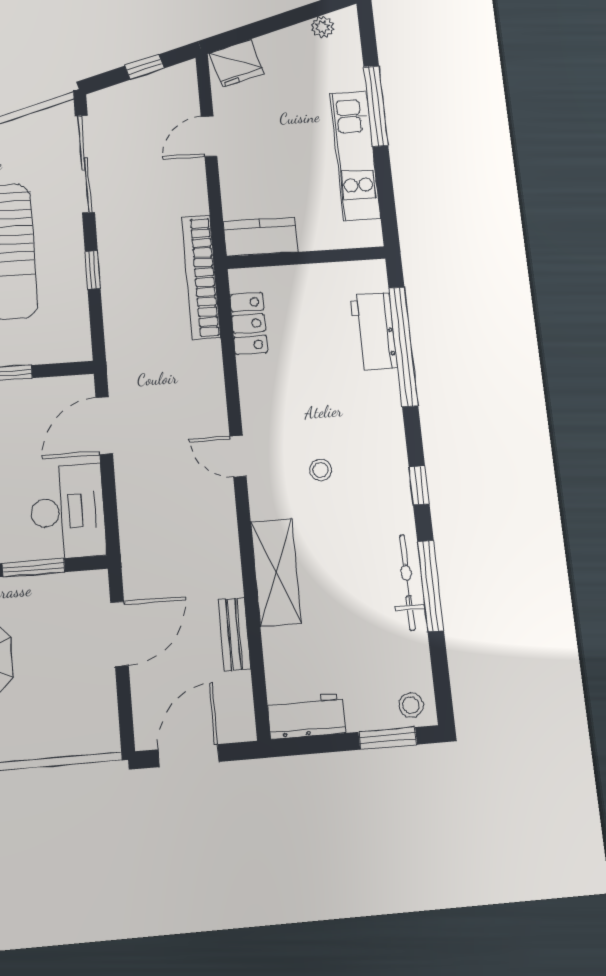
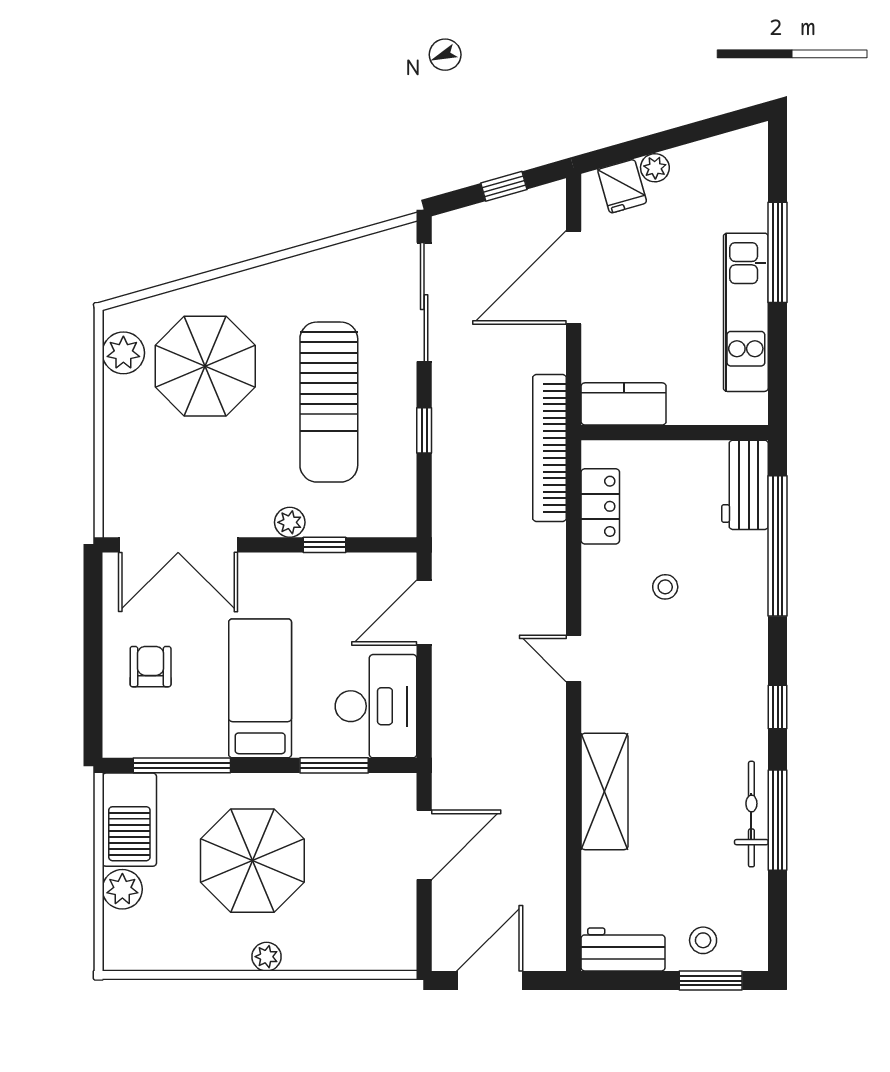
plant: (322, 27) -> (655, 168), moved
fridge: (237, 63) -> (622, 186), width x0.72
door: (209, 136) -> (574, 277), width x1.87
workbench: (374, 331) -> (745, 485), moved
stool: (321, 470) -> (665, 587), moved
bench: (234, 634) -> (551, 855), removed
stool: (411, 705) -> (703, 940), moved

